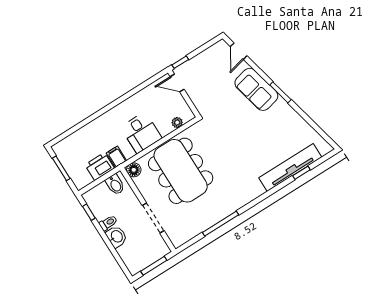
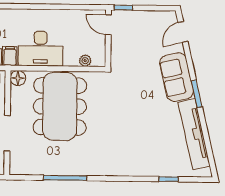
desk: (141, 133) -> (41, 49), width x1.37
tv unit: (290, 167) -> (194, 134), moved, turned -103

